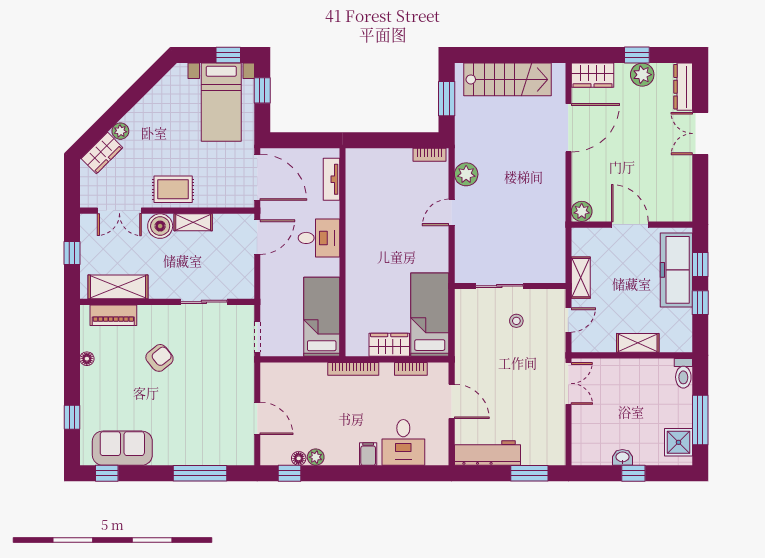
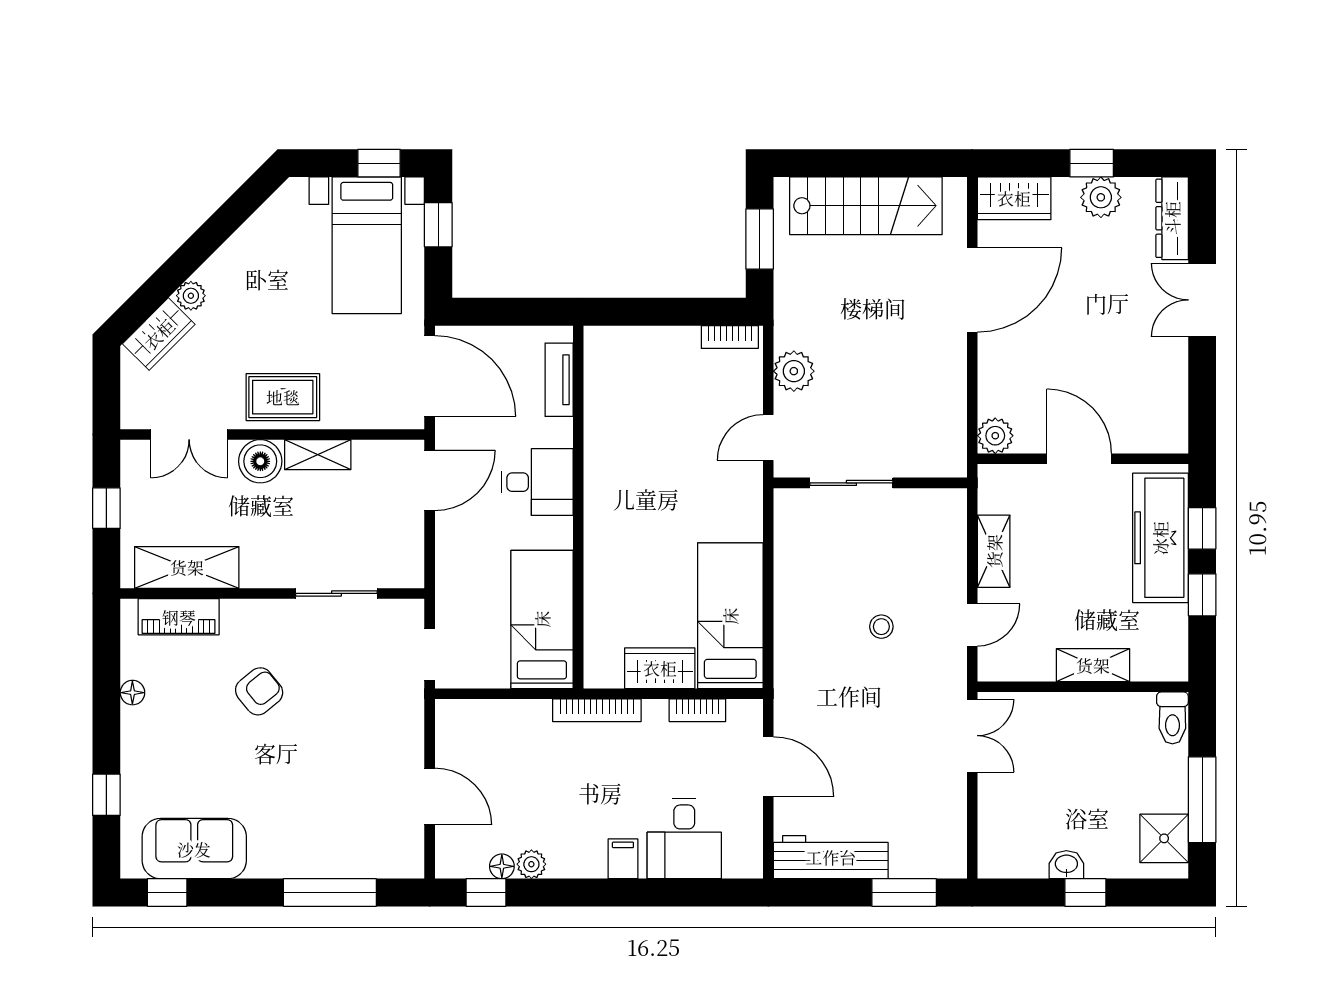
sliding door: (499, 286) -> (851, 483), moved
wall: (510, 286) -> (870, 483), moved

